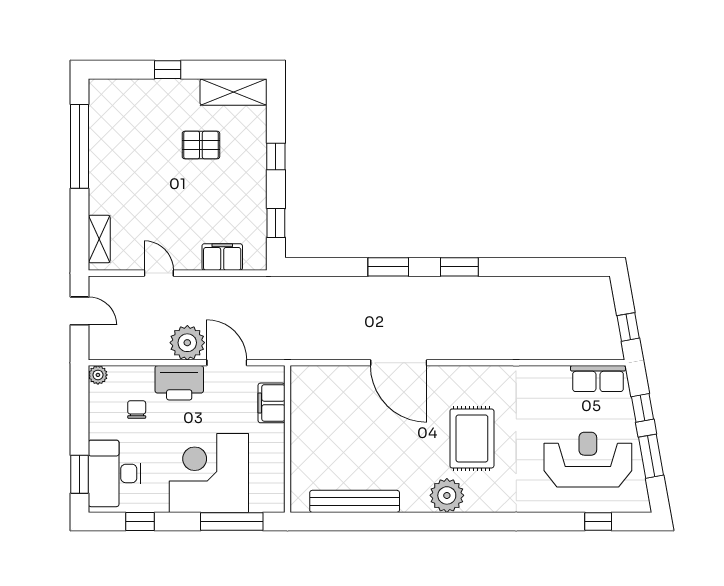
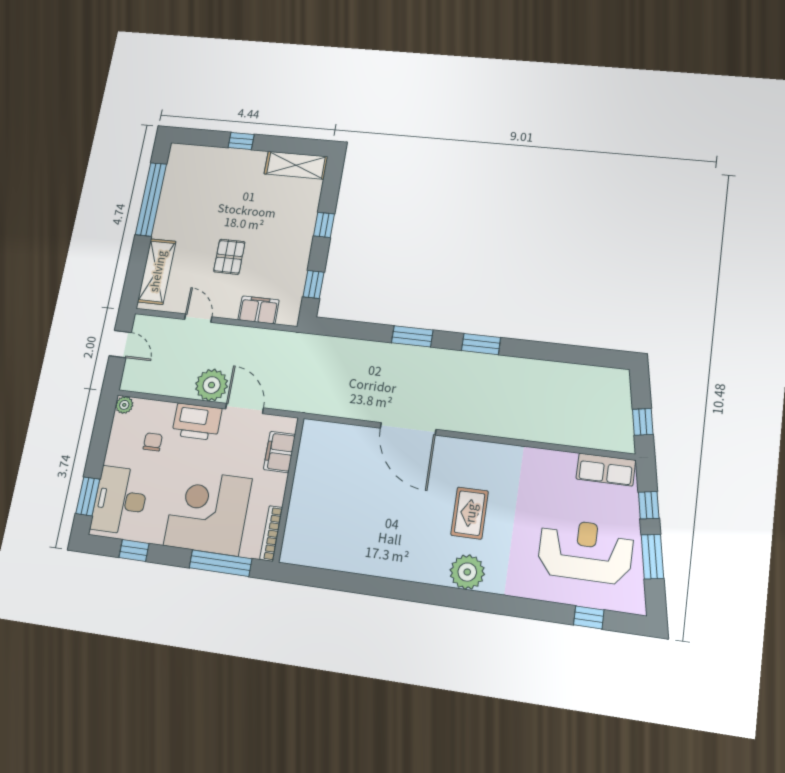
pallet: (201, 145) -> (229, 257), moved, turned 90
shelving: (99, 239) -> (157, 271), width x1.50, depth x1.33
rug: (472, 438) -> (470, 513), width x0.73, depth x0.70
bookcase: (278, 485) -> (271, 533), added
plant: (447, 495) -> (467, 572), moved
bench: (355, 501) -> (343, 560), removed

